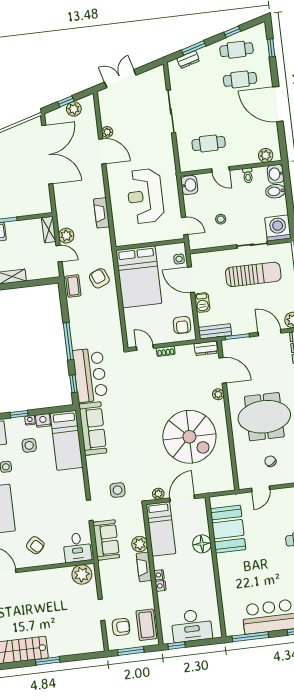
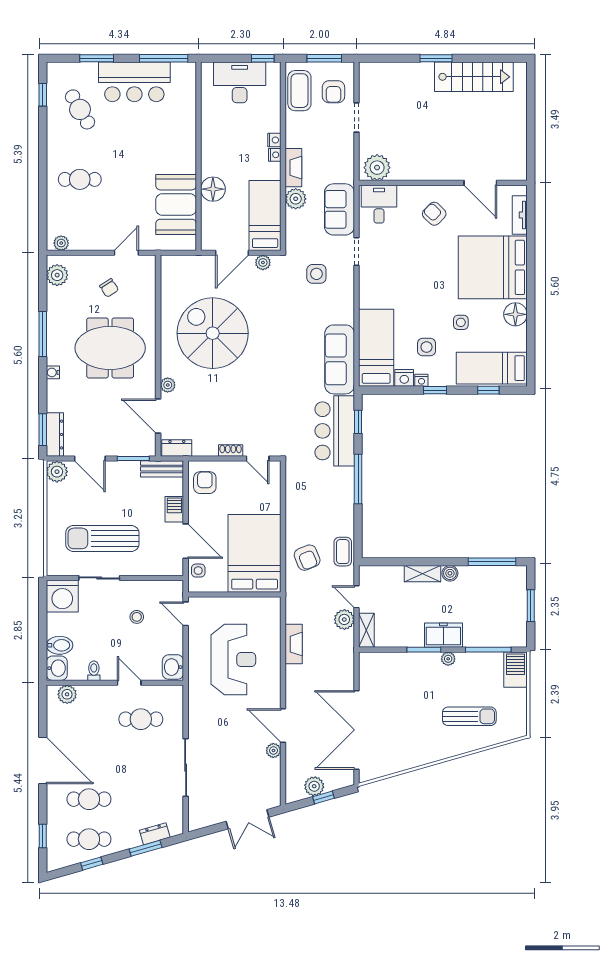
armchair: (121, 627) -> (333, 92), turned -90

